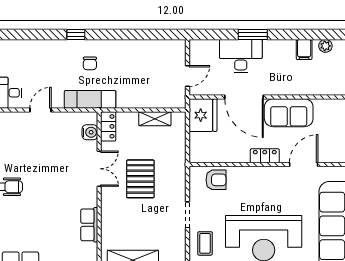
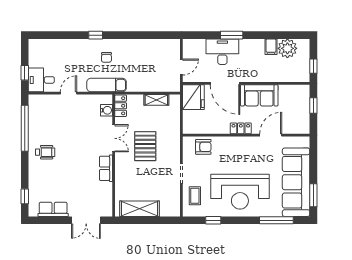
plant: (325, 46) -> (287, 48), width x1.88, depth x1.88
row of seats: (89, 225) -> (106, 168), moved

